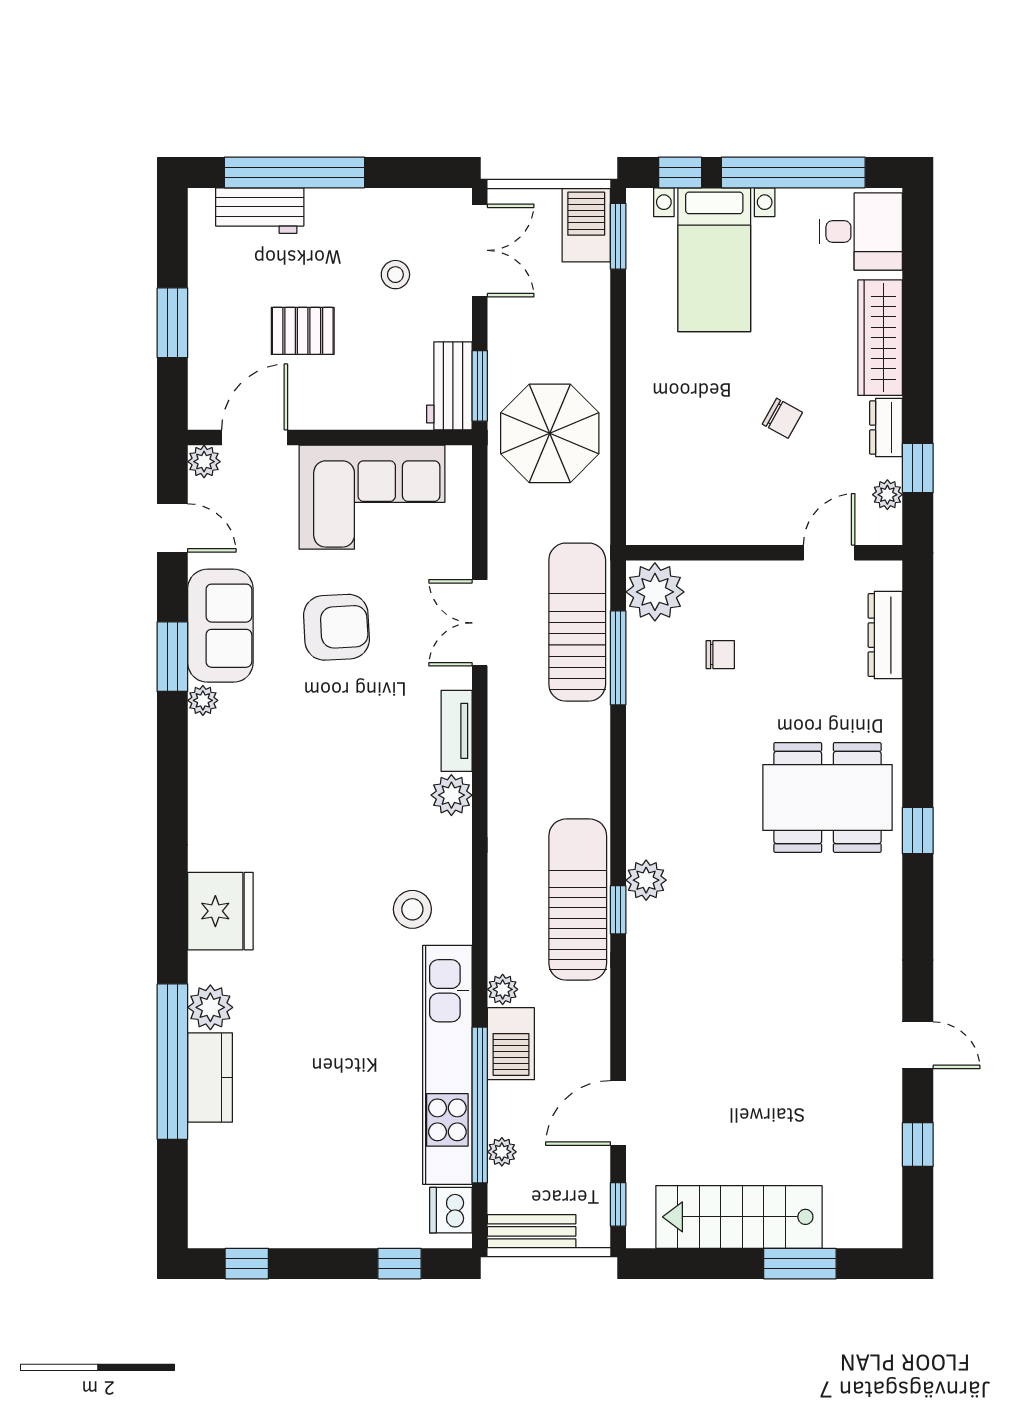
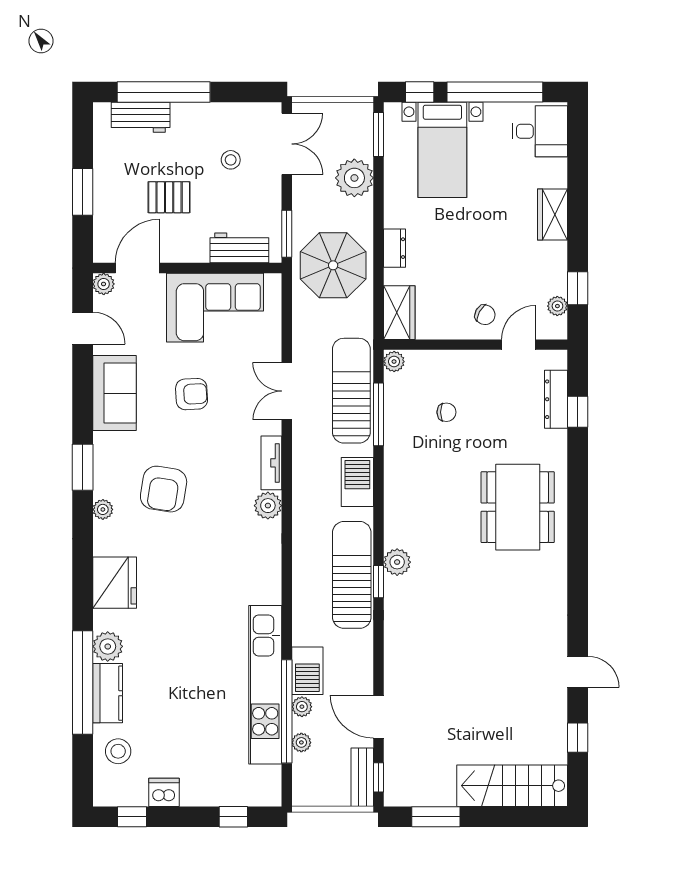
barbecue: (586, 225) -> (357, 482), moved
plant: (582, 302) -> (354, 178), added
wardrobe: (880, 338) -> (553, 215), width x0.67
workbench: (449, 386) -> (239, 248), moved, turned 90
chair: (782, 418) -> (485, 315), moved
dresser: (886, 428) -> (395, 248), moved, turned 180
wardrobe: (649, 504) -> (399, 313), added
plant: (655, 592) -> (394, 362), width x0.53, depth x0.53
armchair: (336, 627) -> (192, 394), width x0.72, depth x0.72
window: (172, 657) -> (83, 467), moved
plant: (203, 700) -> (103, 509), moved
armchair: (294, 770) -> (164, 489), added
dining table: (828, 797) -> (518, 507), turned 90
window: (918, 831) -> (578, 412), moved
stool: (412, 909) -> (118, 751), moved
plant: (503, 989) -> (302, 707), moved
door: (618, 1113) -> (379, 717), hinge flipped
dishwasher: (451, 1210) -> (164, 792), moved, turned 90
stairs: (739, 1217) -> (512, 786), moved
bench: (532, 1231) -> (362, 777), moved, turned 90
window: (800, 1264) -> (436, 817), moved

